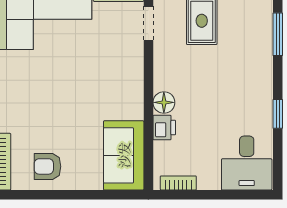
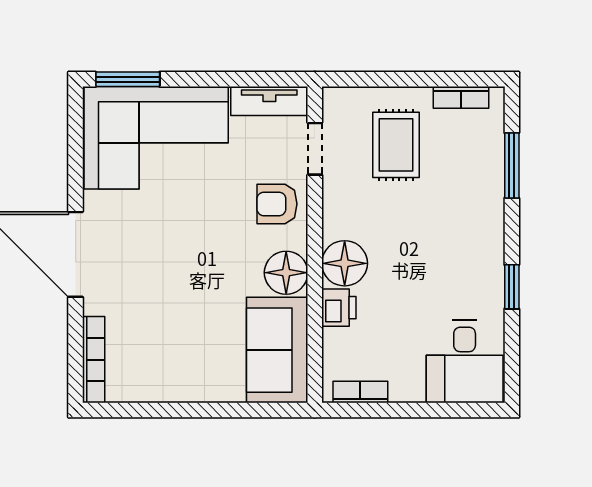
floor lamp: (164, 102) -> (345, 263), width x1.38, depth x1.38
floor lamp: (130, 105) -> (286, 273), added
armchair: (48, 166) -> (277, 204), moved

